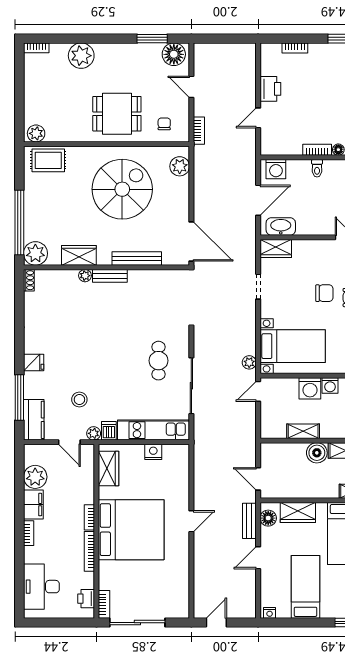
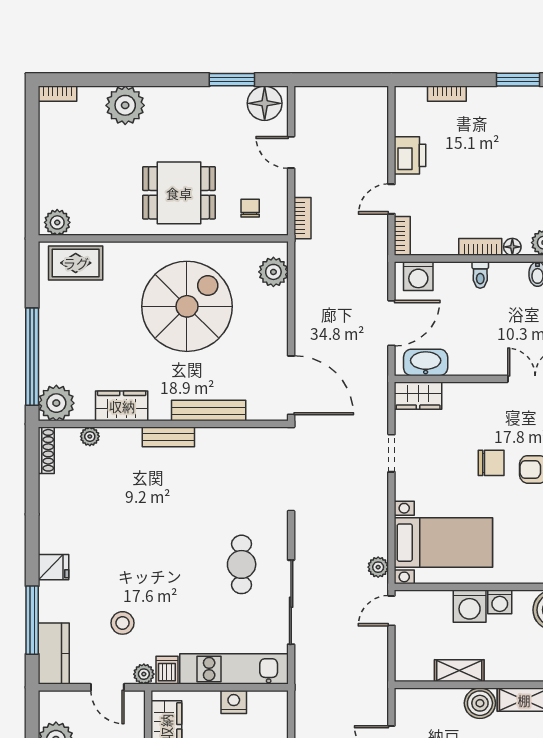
bookcase: (265, 142) -> (402, 236), added
plant: (85, 276) -> (90, 436), moved
shoe rack: (29, 280) -> (46, 450), width x1.43

